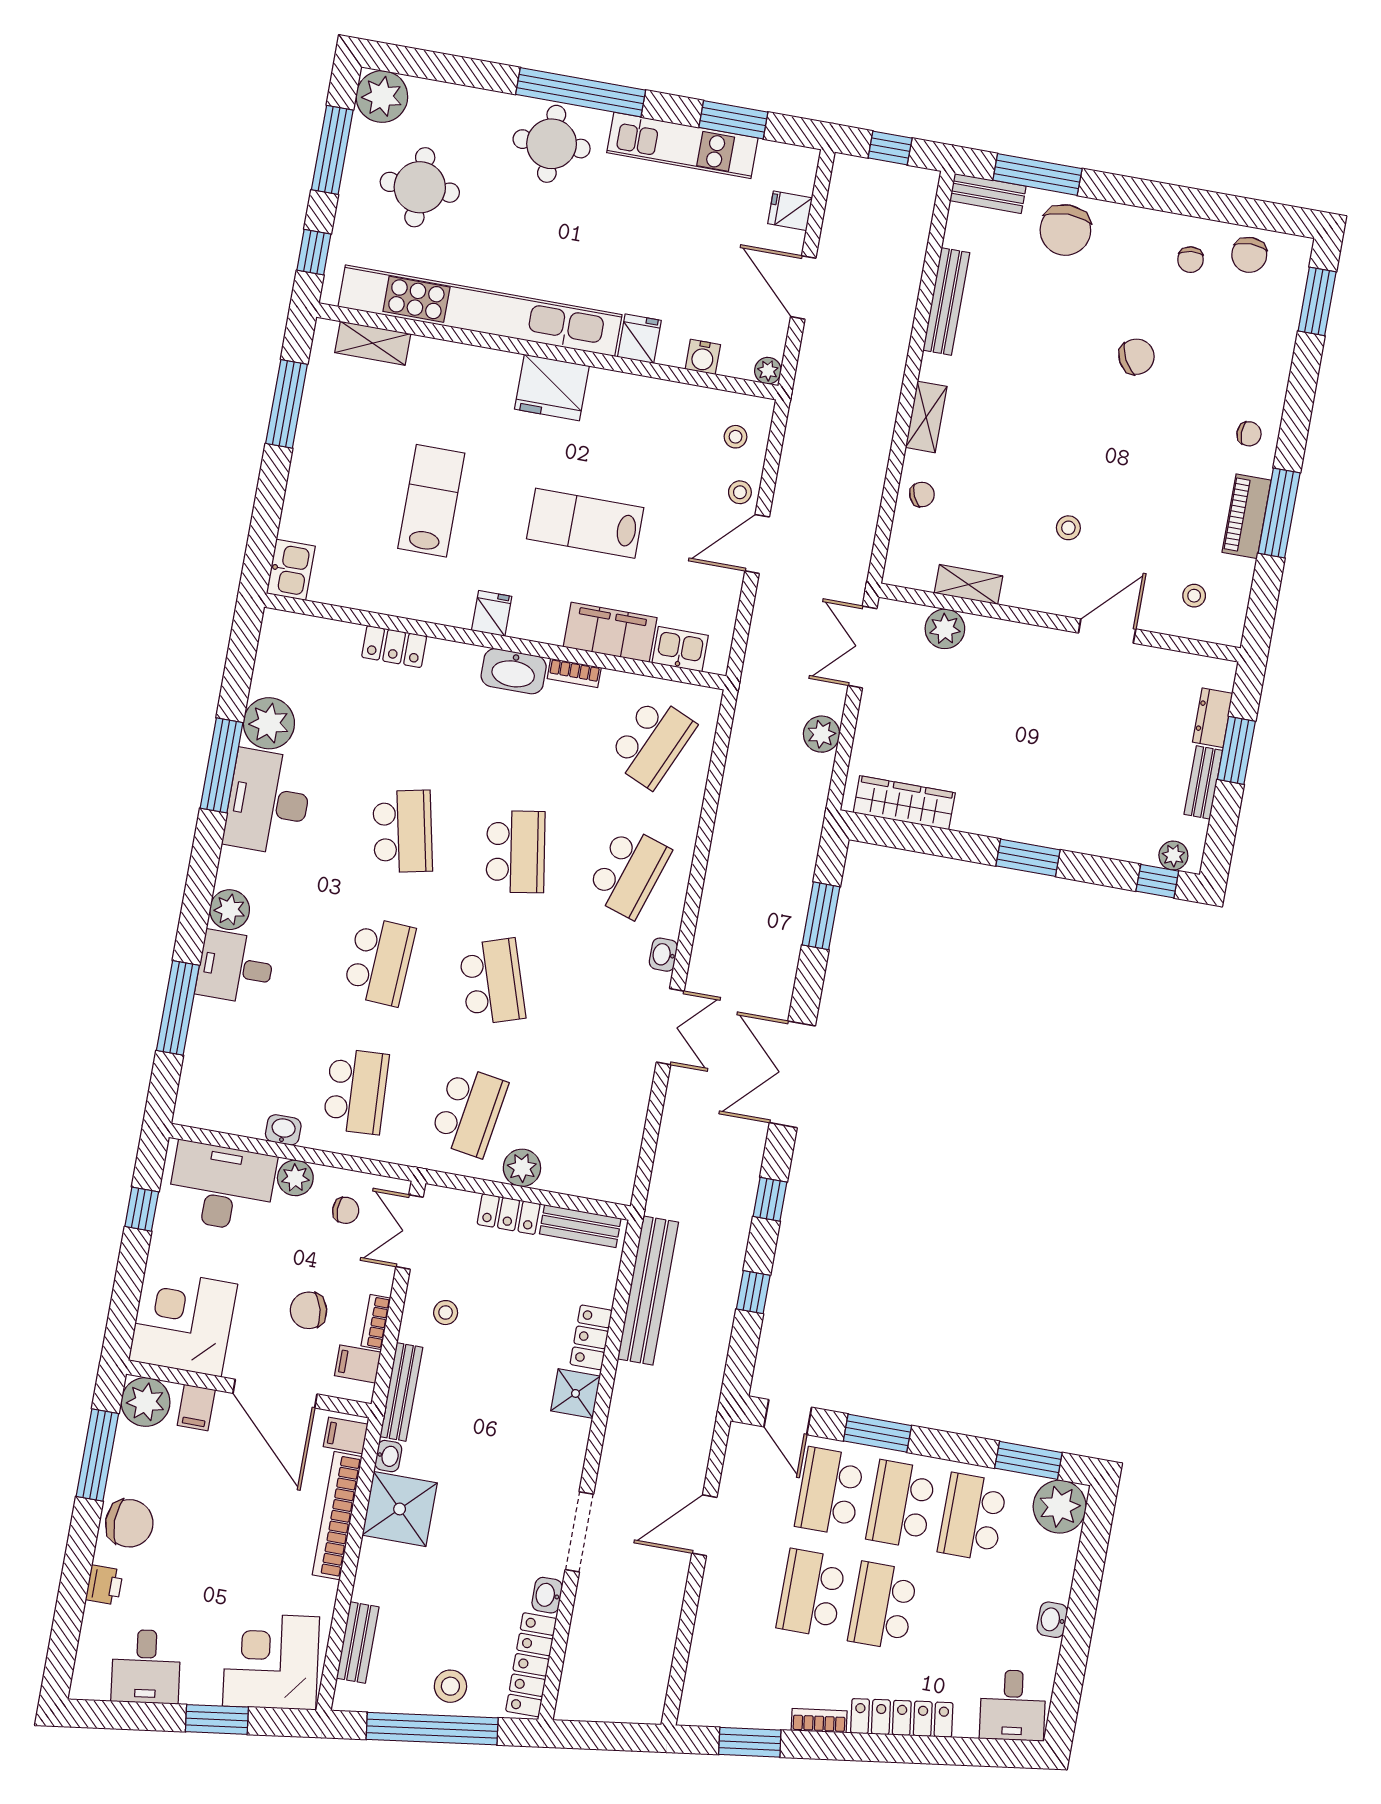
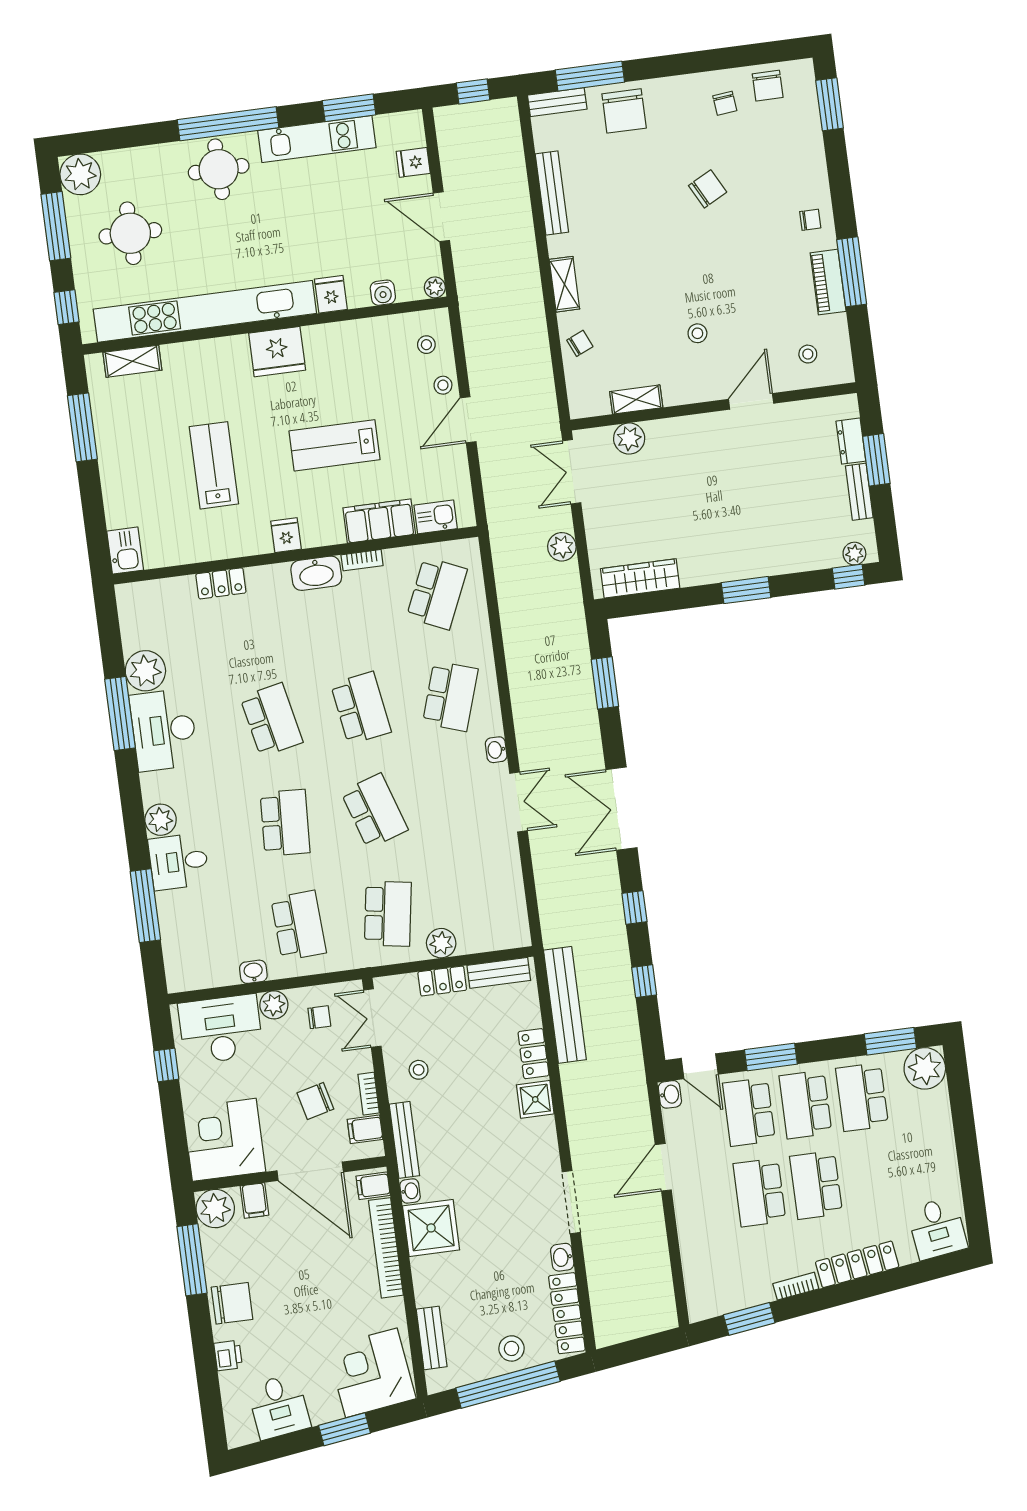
washbasin: (1052, 1620) -> (670, 1094), moved, turned 180

